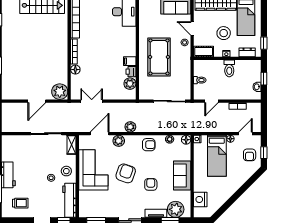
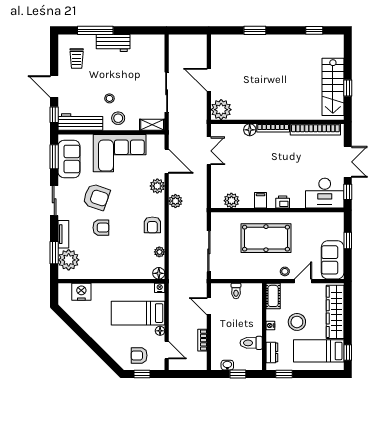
toilet: (229, 68) -> (251, 343), moved
printer: (131, 72) -> (283, 202), moved
armchair: (126, 173) -> (96, 197), moved
sofa: (182, 176) -> (69, 159), moved, turned 90

